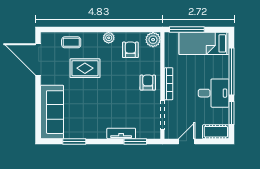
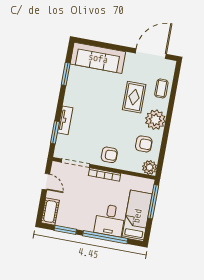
plant: (109, 38) -> (155, 120), width x1.88, depth x1.88
desk: (214, 93) -> (110, 220), moved

